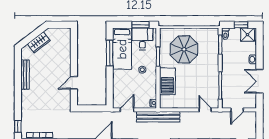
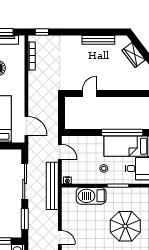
parasol: (184, 49) -> (125, 226), moved
window: (110, 53) -> (122, 133), width x1.46
door: (74, 83) -> (90, 94), hinge flipped
door: (205, 110) -> (60, 237), hinge flipped

